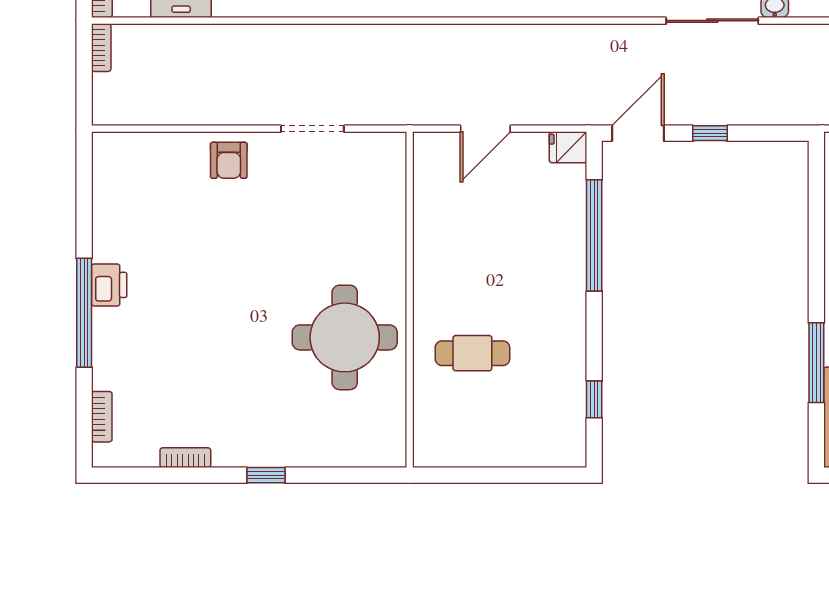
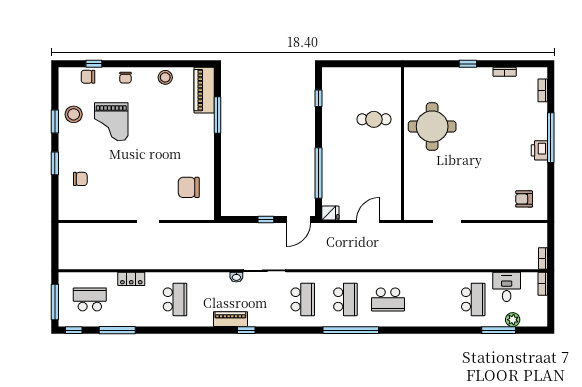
armchair: (229, 160) -> (524, 199), moved, turned -90

